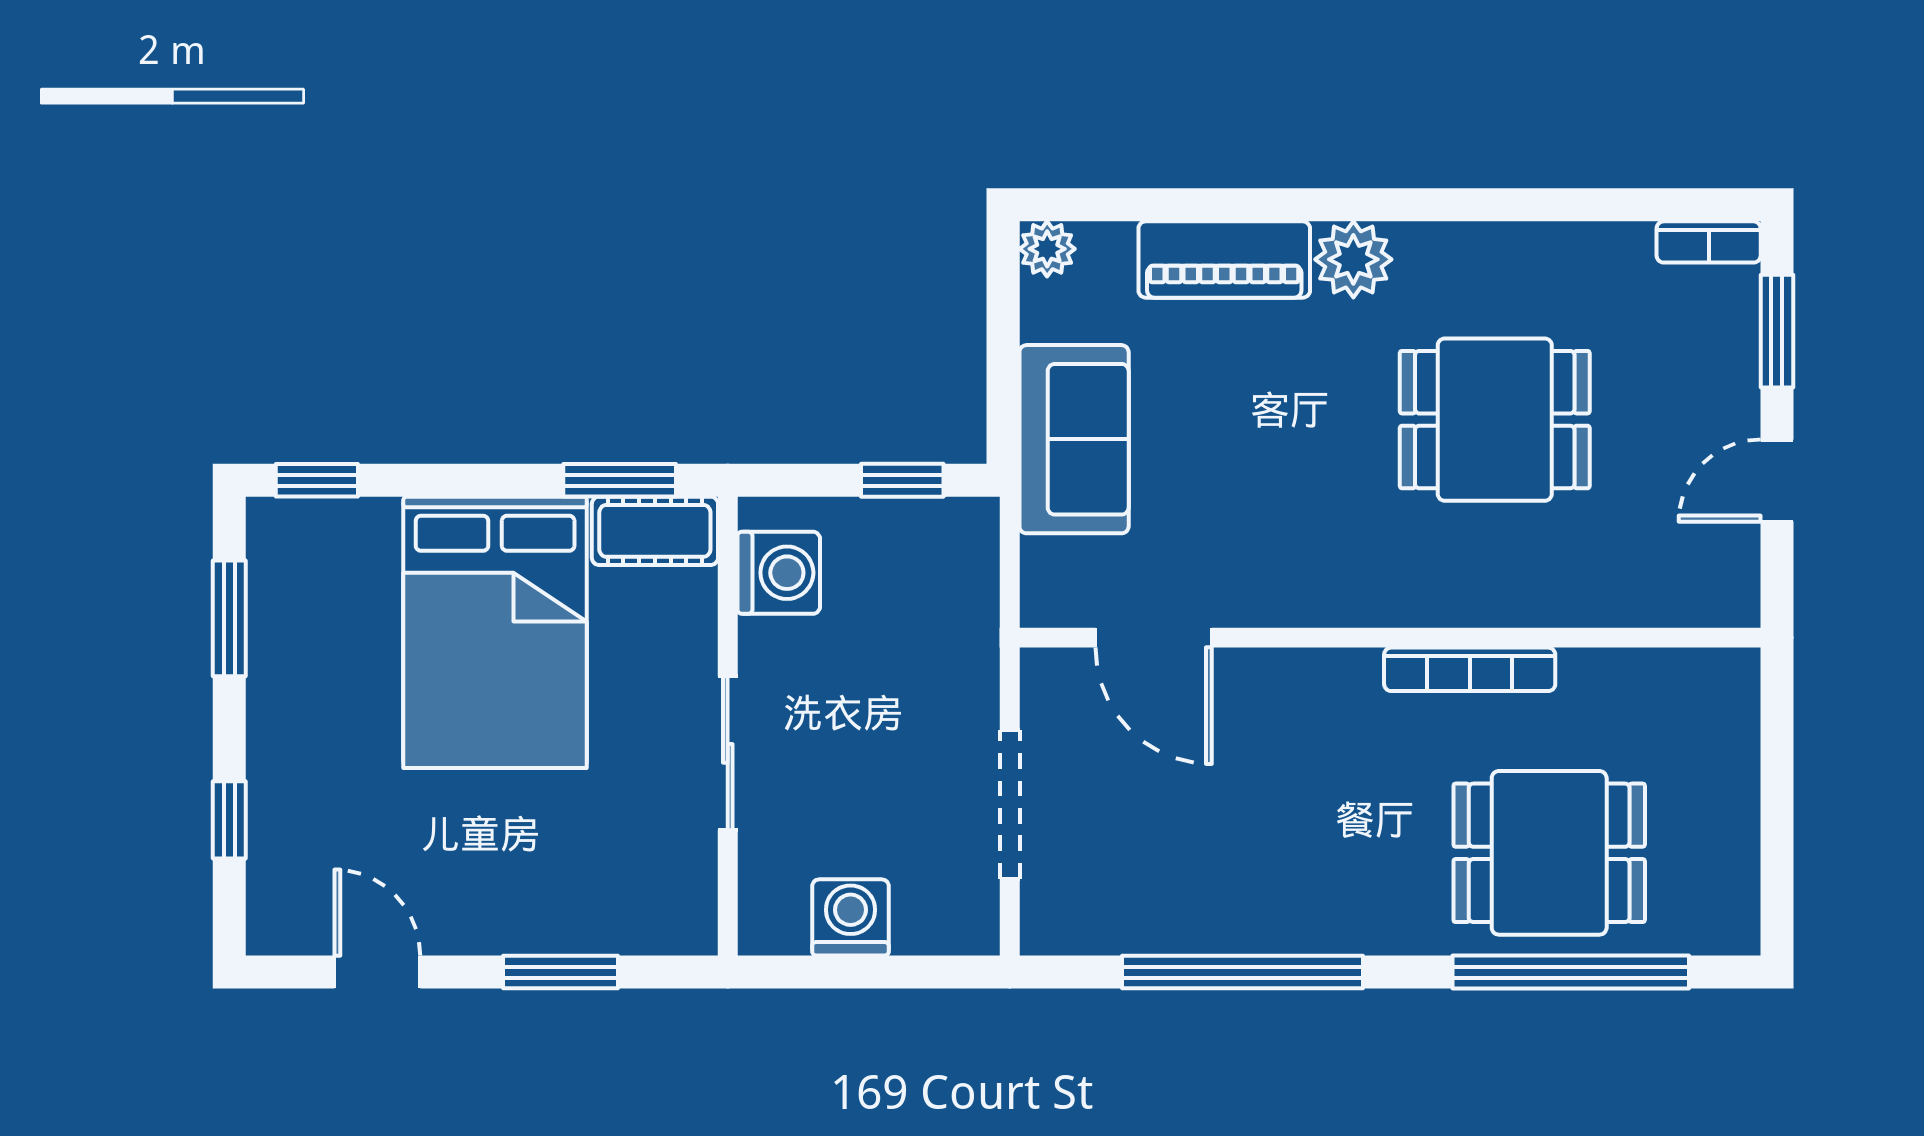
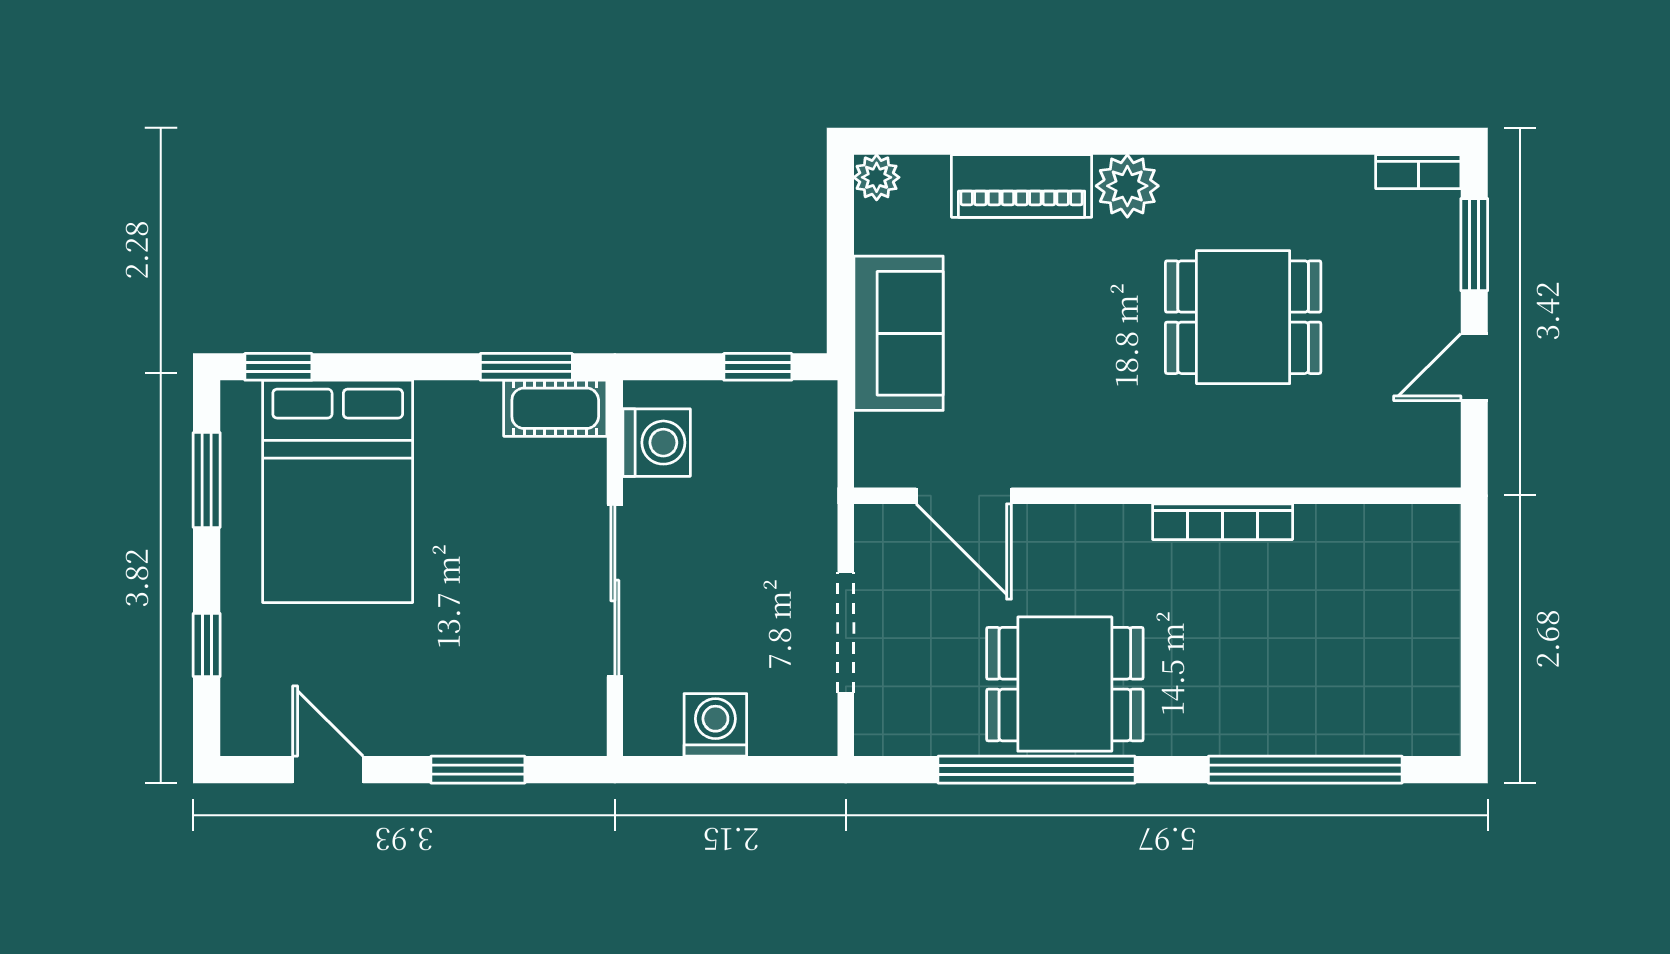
bed: (495, 632) -> (338, 491), moved
sliding door: (728, 753) -> (615, 590), width x1.37
dining table: (1549, 853) -> (1065, 684), moved

